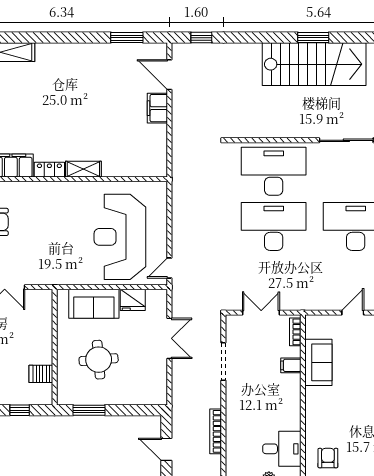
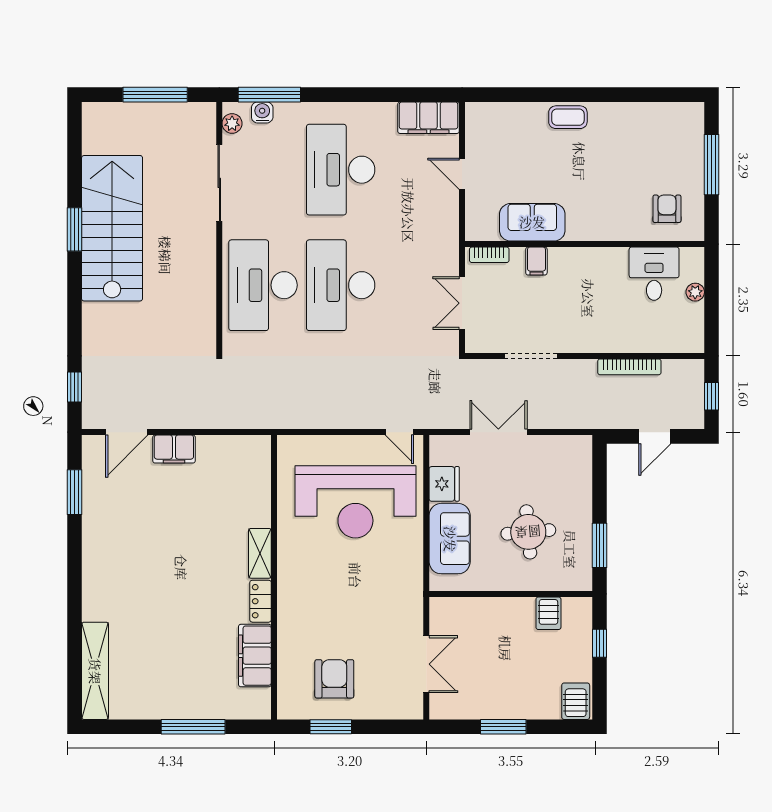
armchair: (328, 458) -> (667, 209), turned 90

